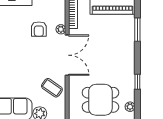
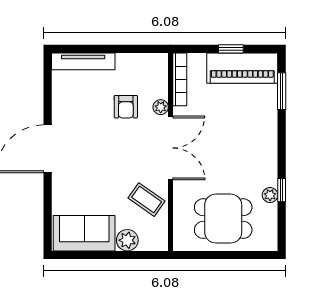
window: (137, 30) -> (282, 91), moved
plant: (130, 107) -> (270, 195), moved

